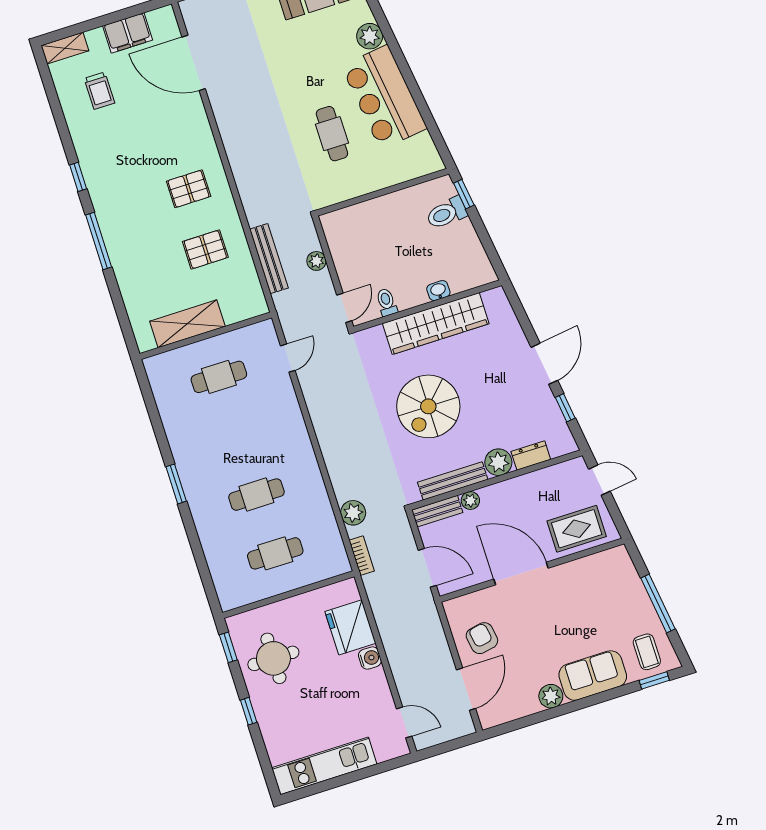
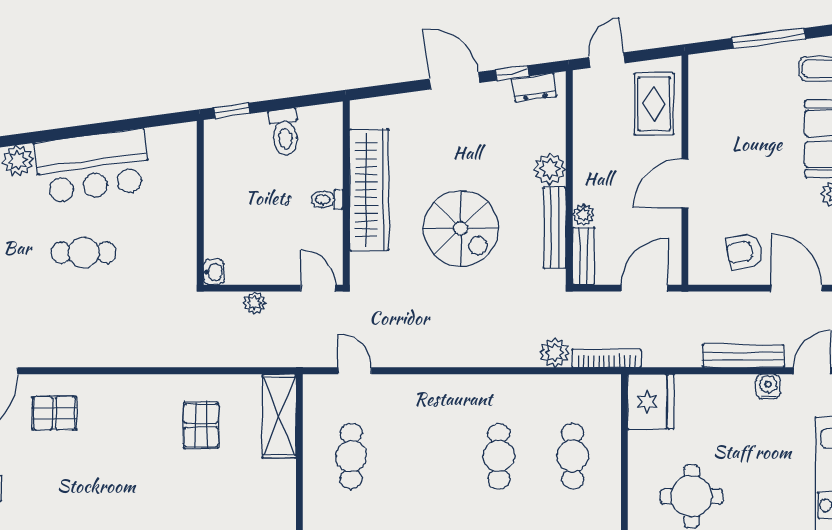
cafe table: (332, 134) -> (84, 253), moved
pallet: (189, 189) -> (54, 413), moved, turned 90
toilet: (447, 213) -> (284, 132), moved
bench: (269, 259) -> (743, 356), moved
washbasin: (438, 291) -> (214, 272), moved, turned 180
toilet: (387, 302) -> (327, 199), moved
shelving: (187, 324) -> (279, 416), moved
dresser: (531, 456) -> (534, 87), moved, turned -98
bookcase: (362, 556) -> (607, 359), width x1.56
door: (521, 574) -> (685, 184), width x0.73
fridge: (350, 627) -> (651, 402), moved, turned -90
water cooler: (370, 658) -> (768, 386), moved

